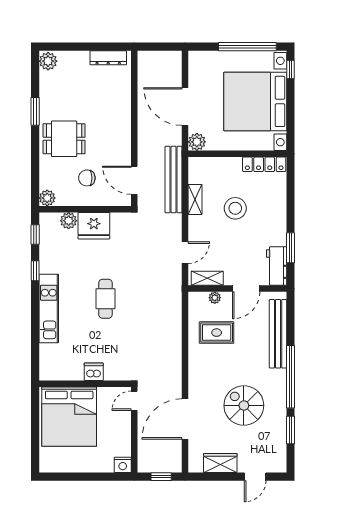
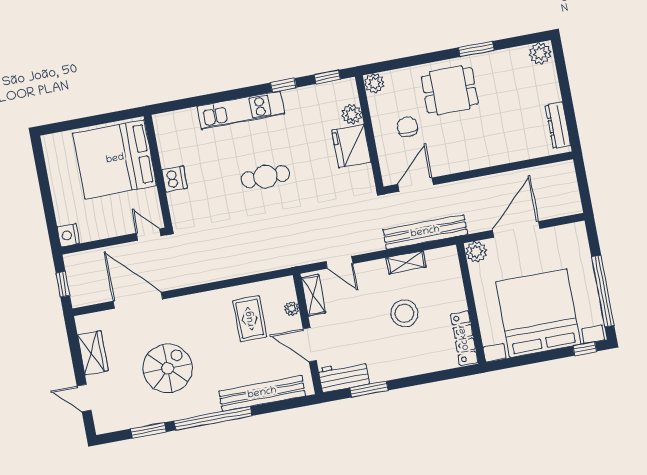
dining table: (64, 139) -> (450, 90), turned 90

